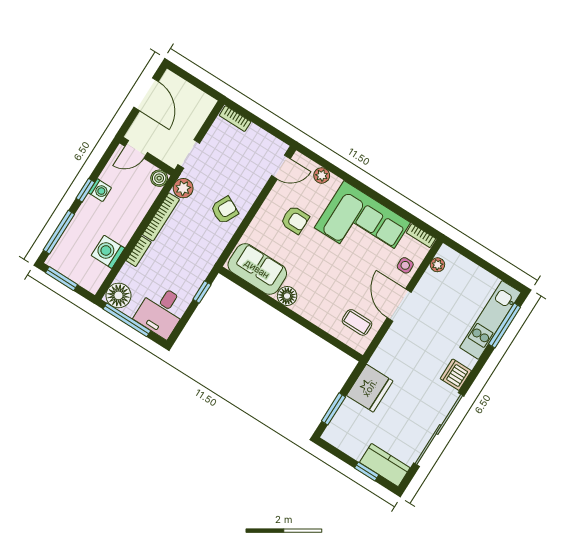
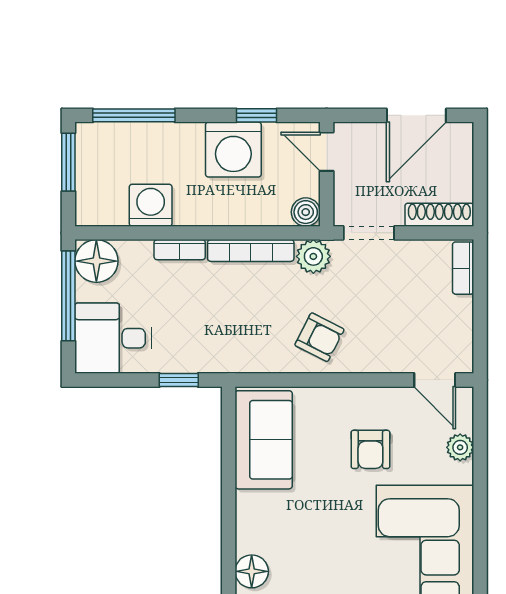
shoe rack: (202, 114) -> (439, 215), added
window: (85, 190) -> (256, 115), moved
washing machine: (100, 190) -> (233, 150), width x1.89, depth x1.89
floor lamp: (287, 296) -> (252, 571), moved

